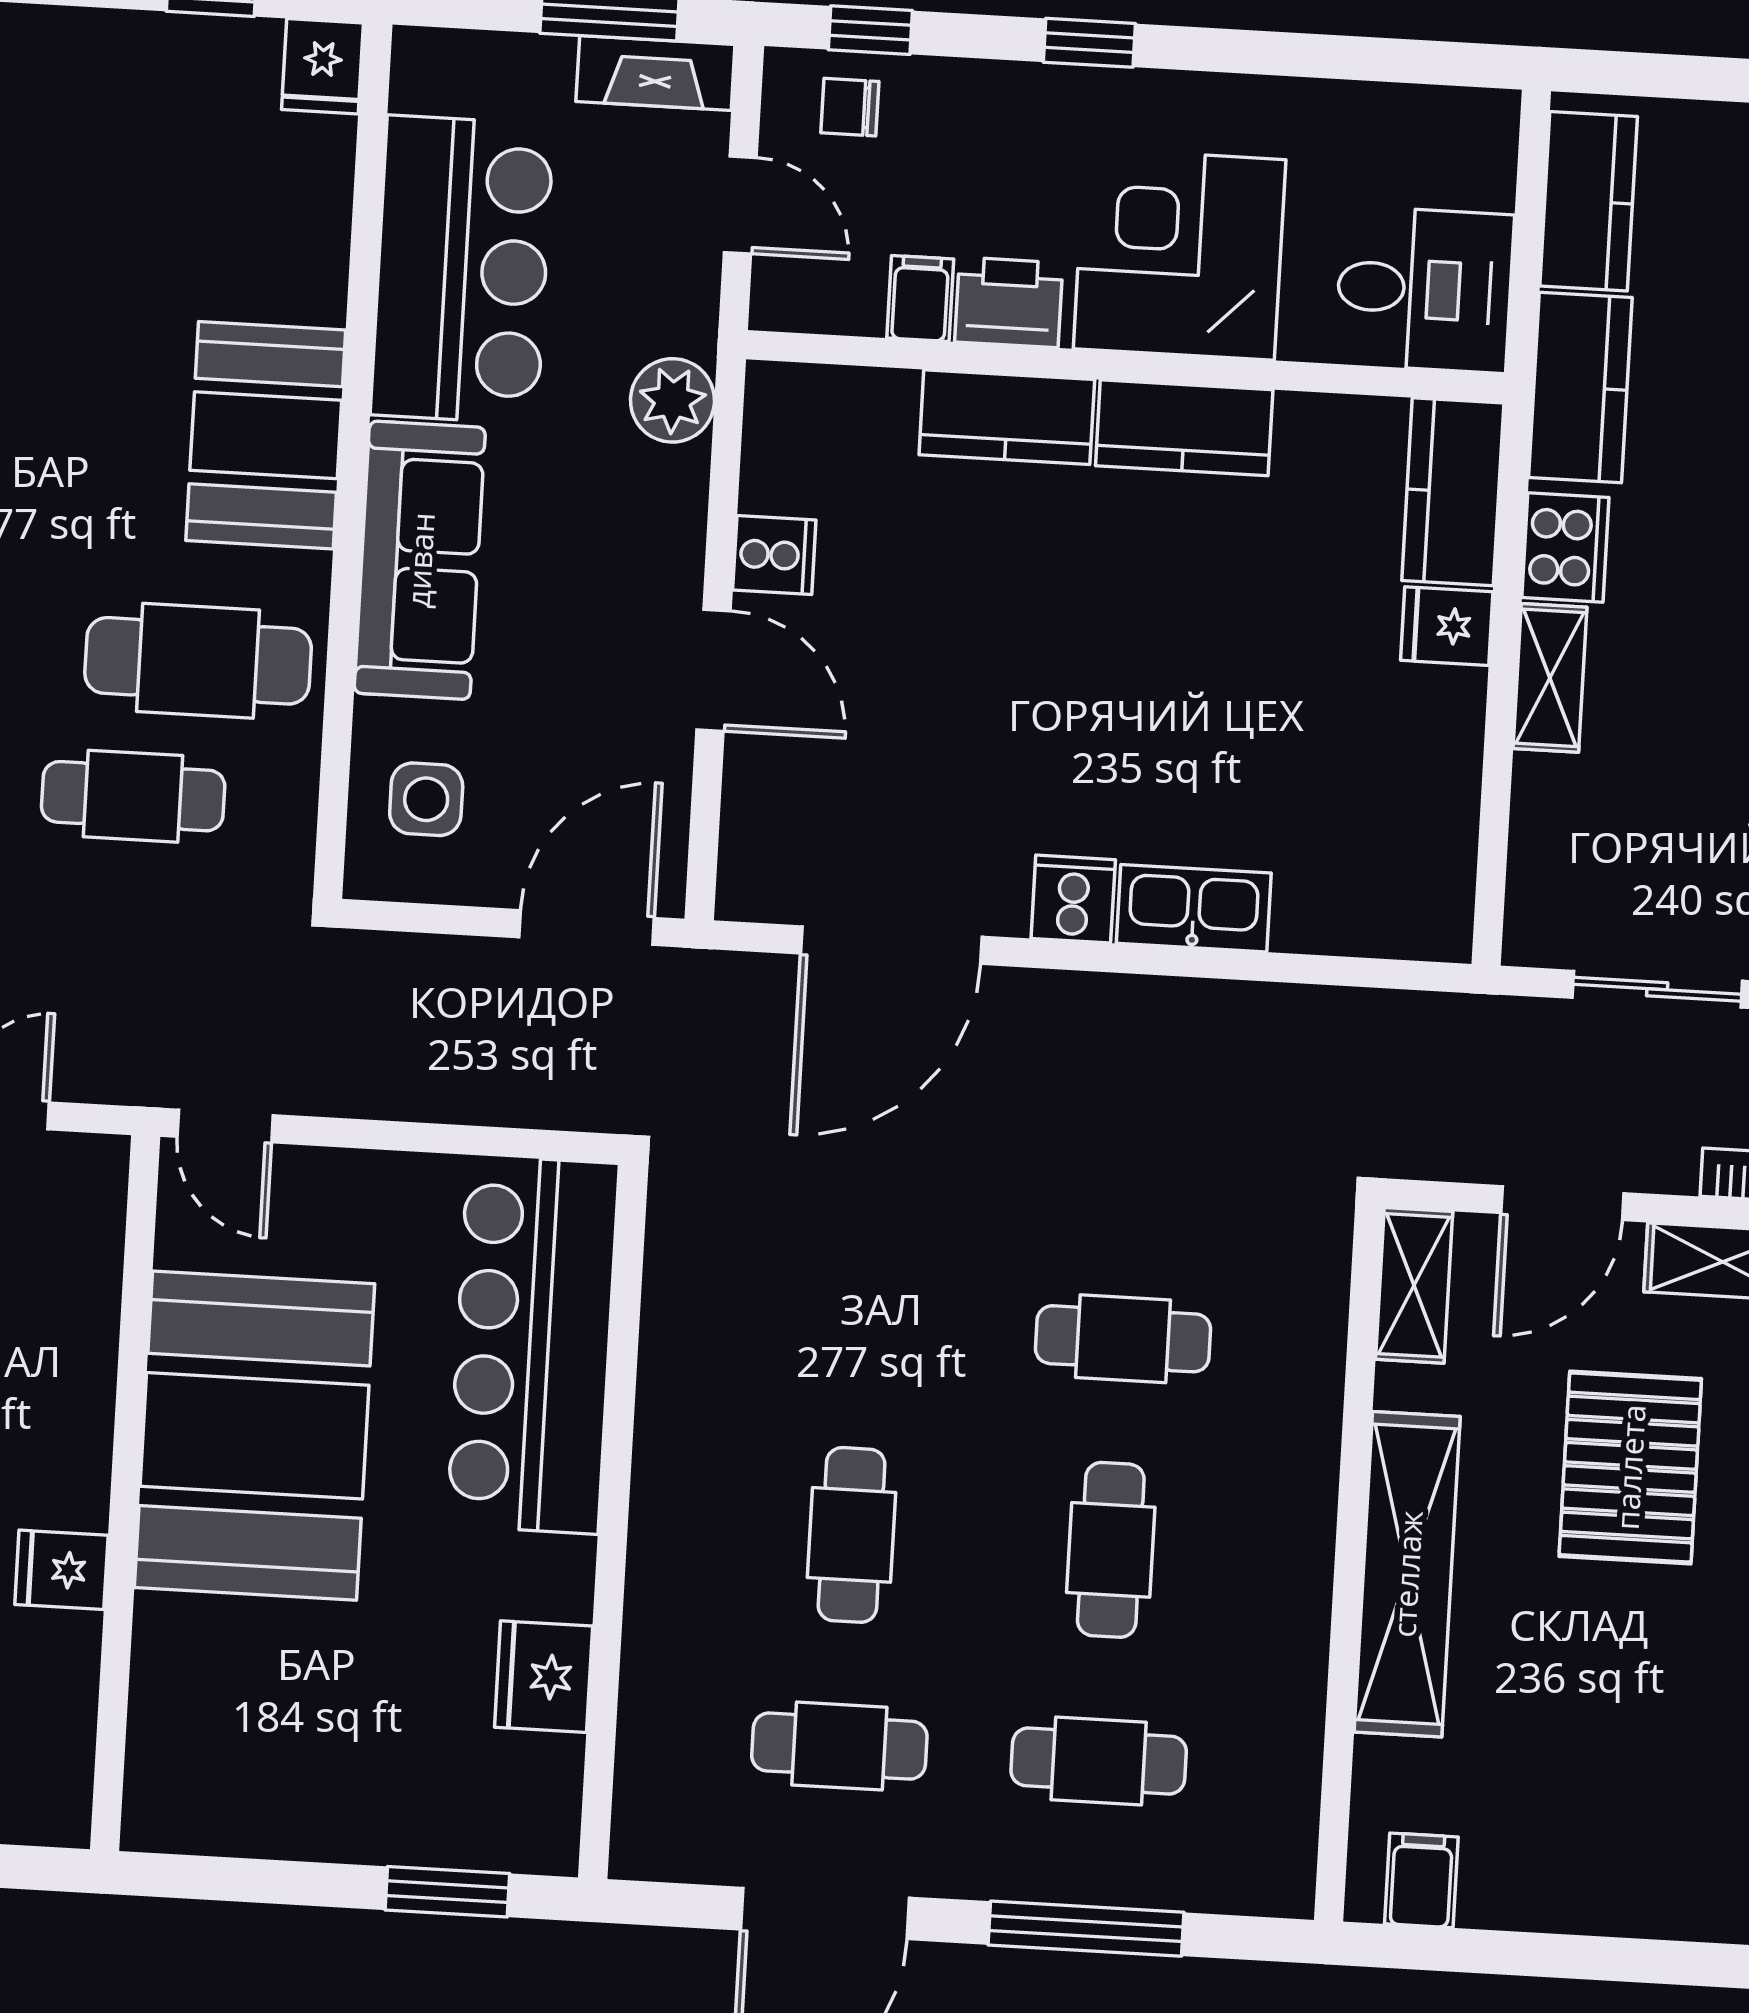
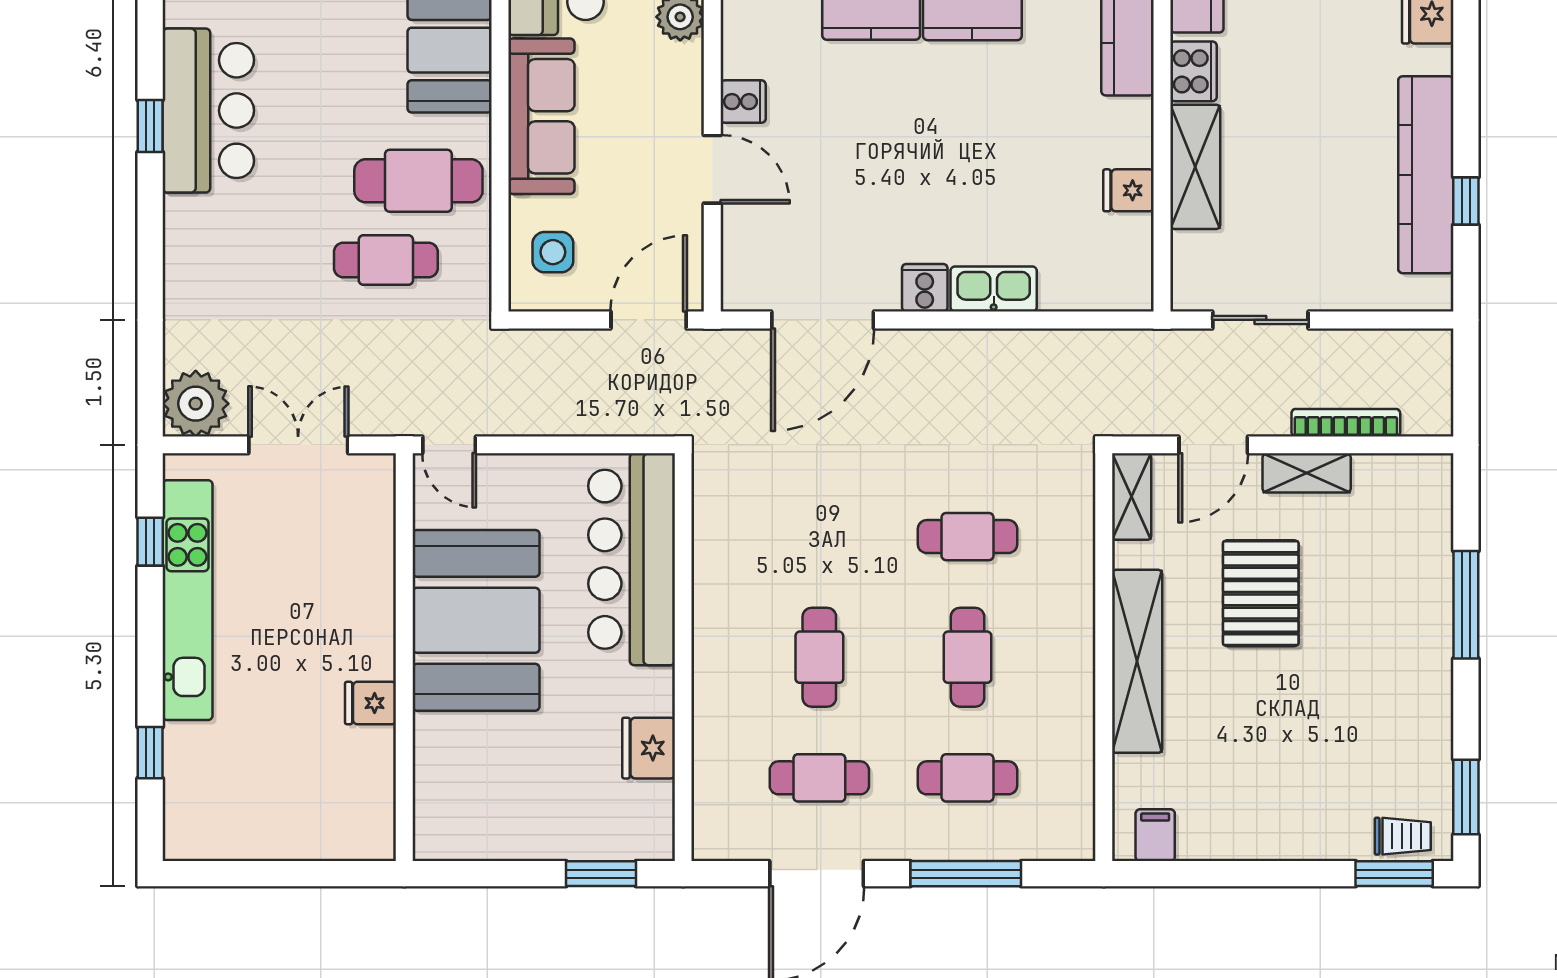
fridge: (1447, 626) -> (1128, 190), moved
shelving: (1550, 678) -> (1195, 167), width x1.50, depth x1.33

